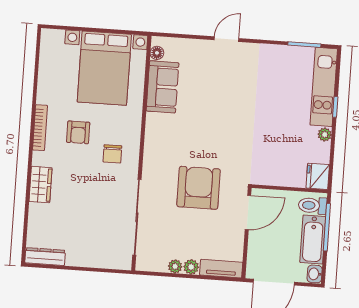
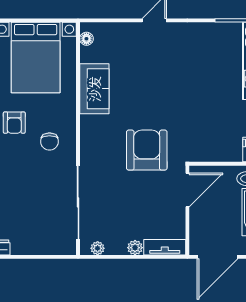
sofa: (162, 87) -> (94, 89), moved
armchair: (199, 188) -> (147, 150), moved
plant: (175, 266) -> (98, 248), moved

